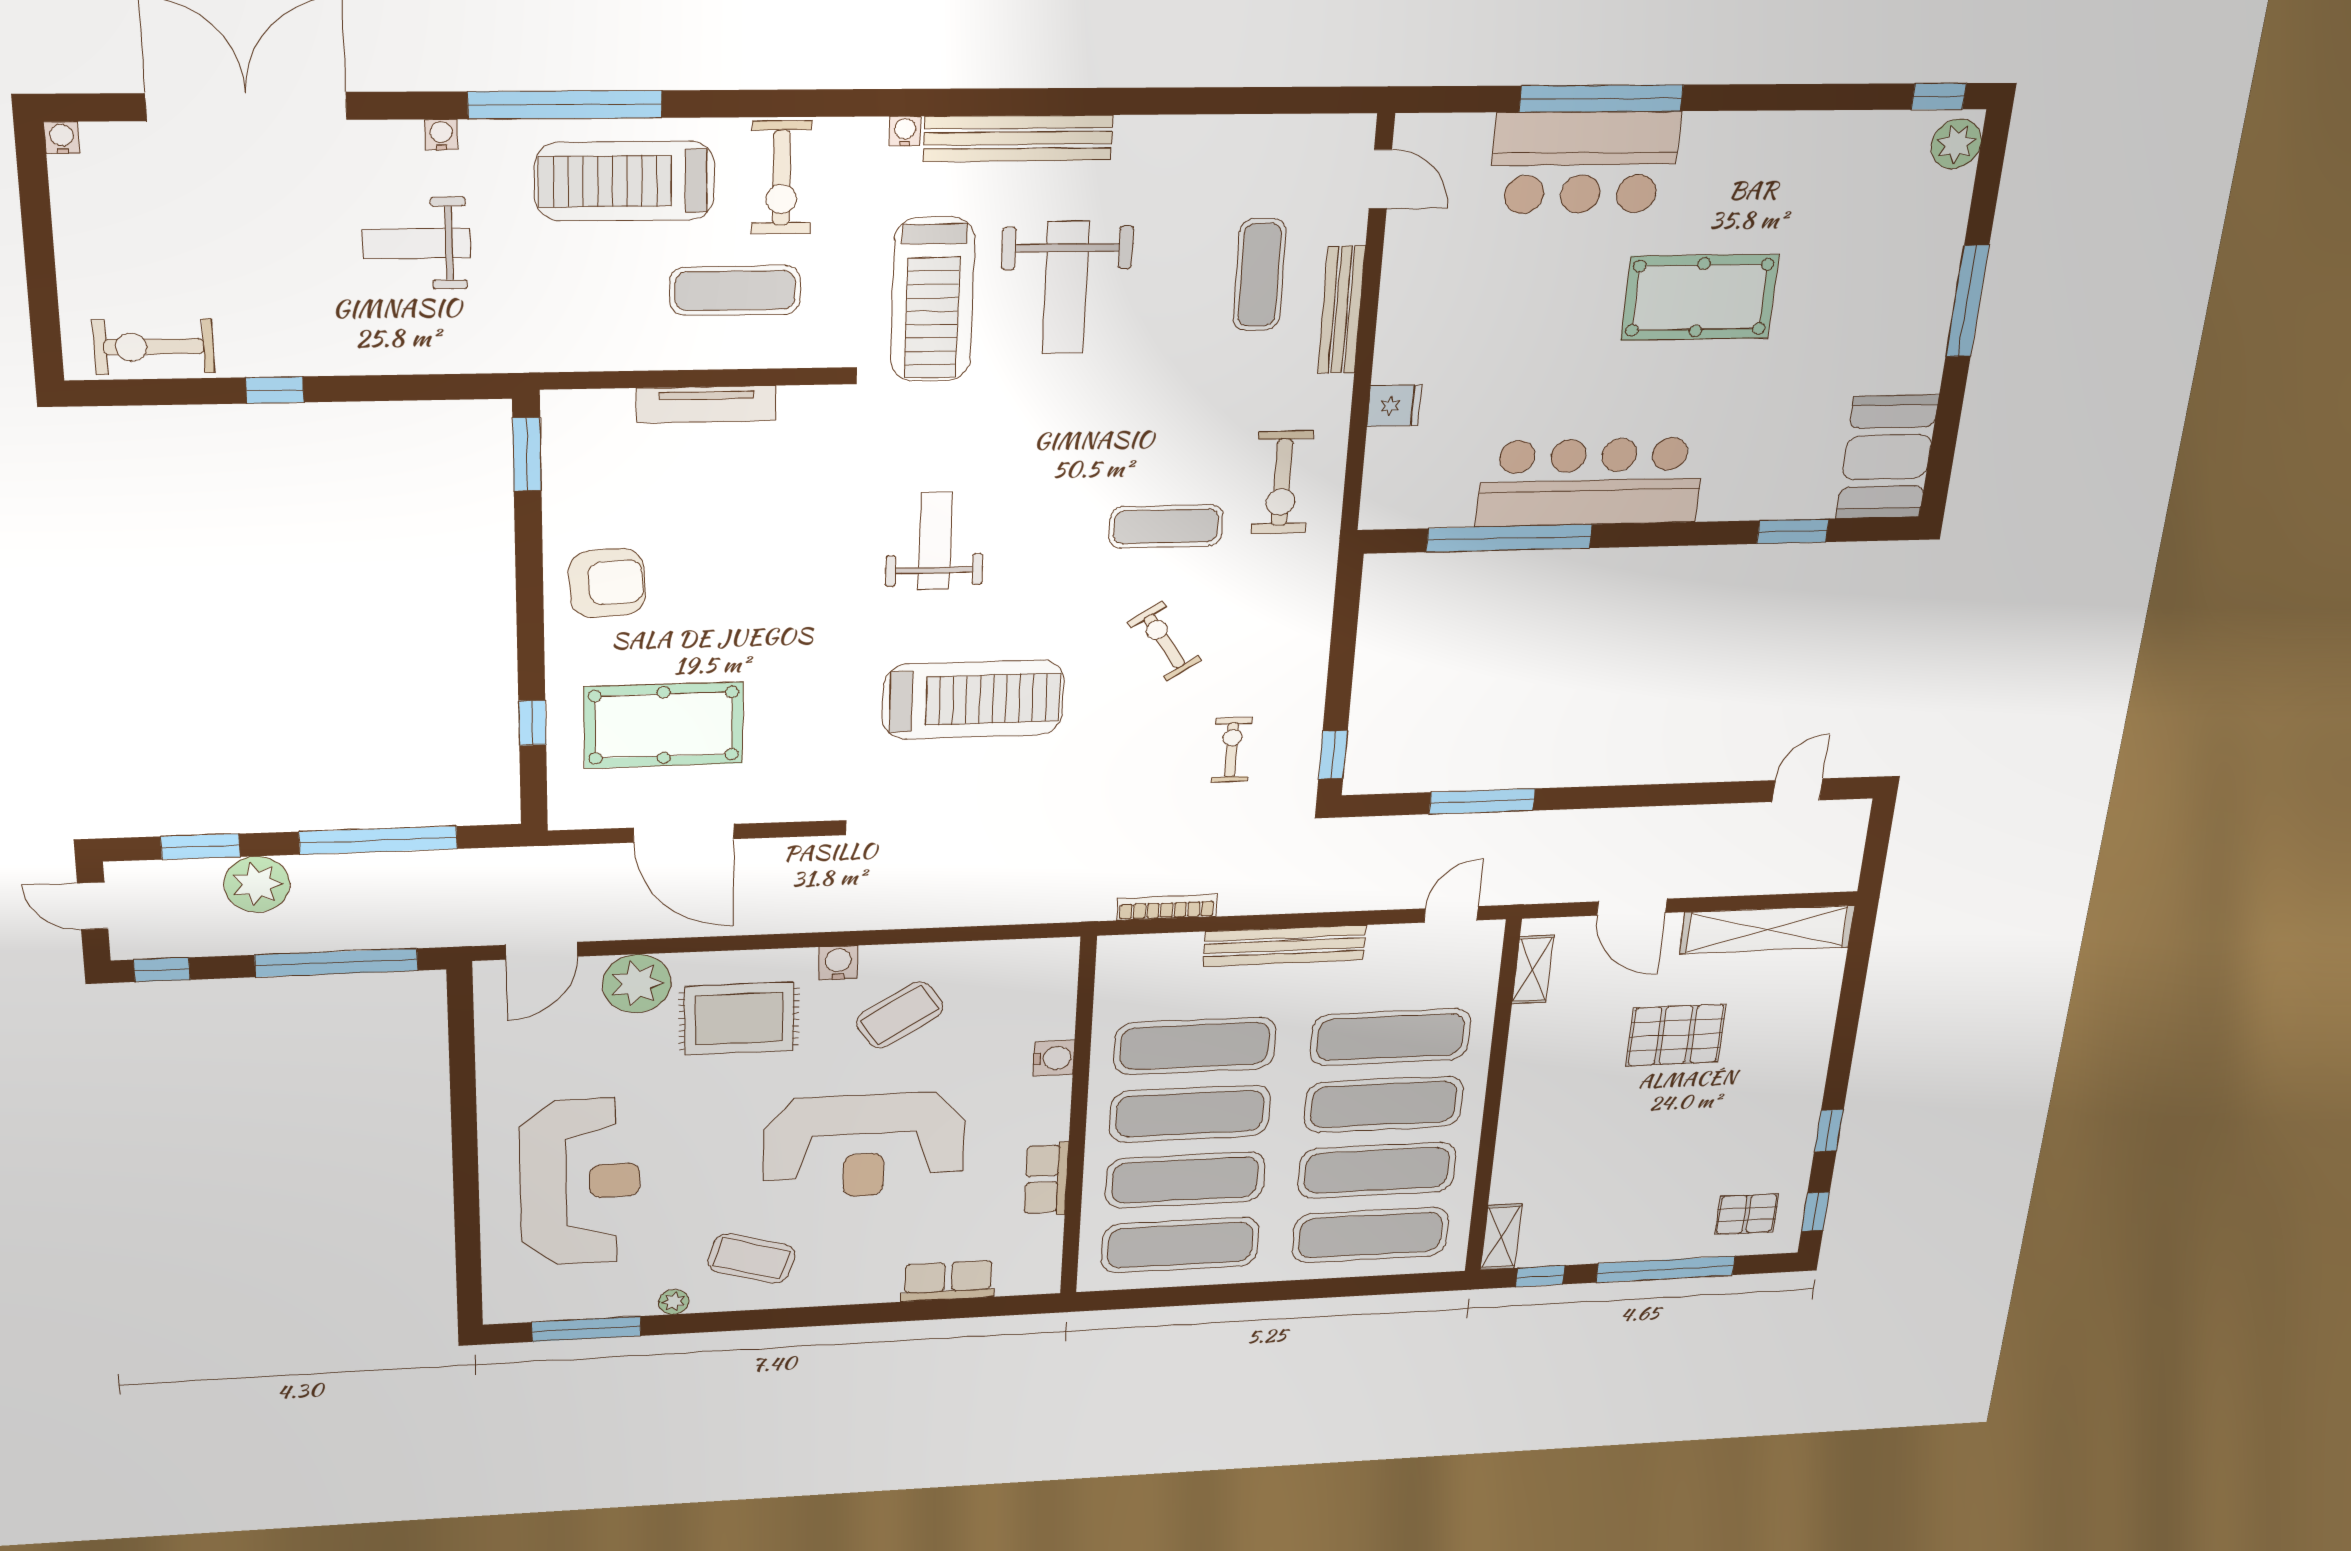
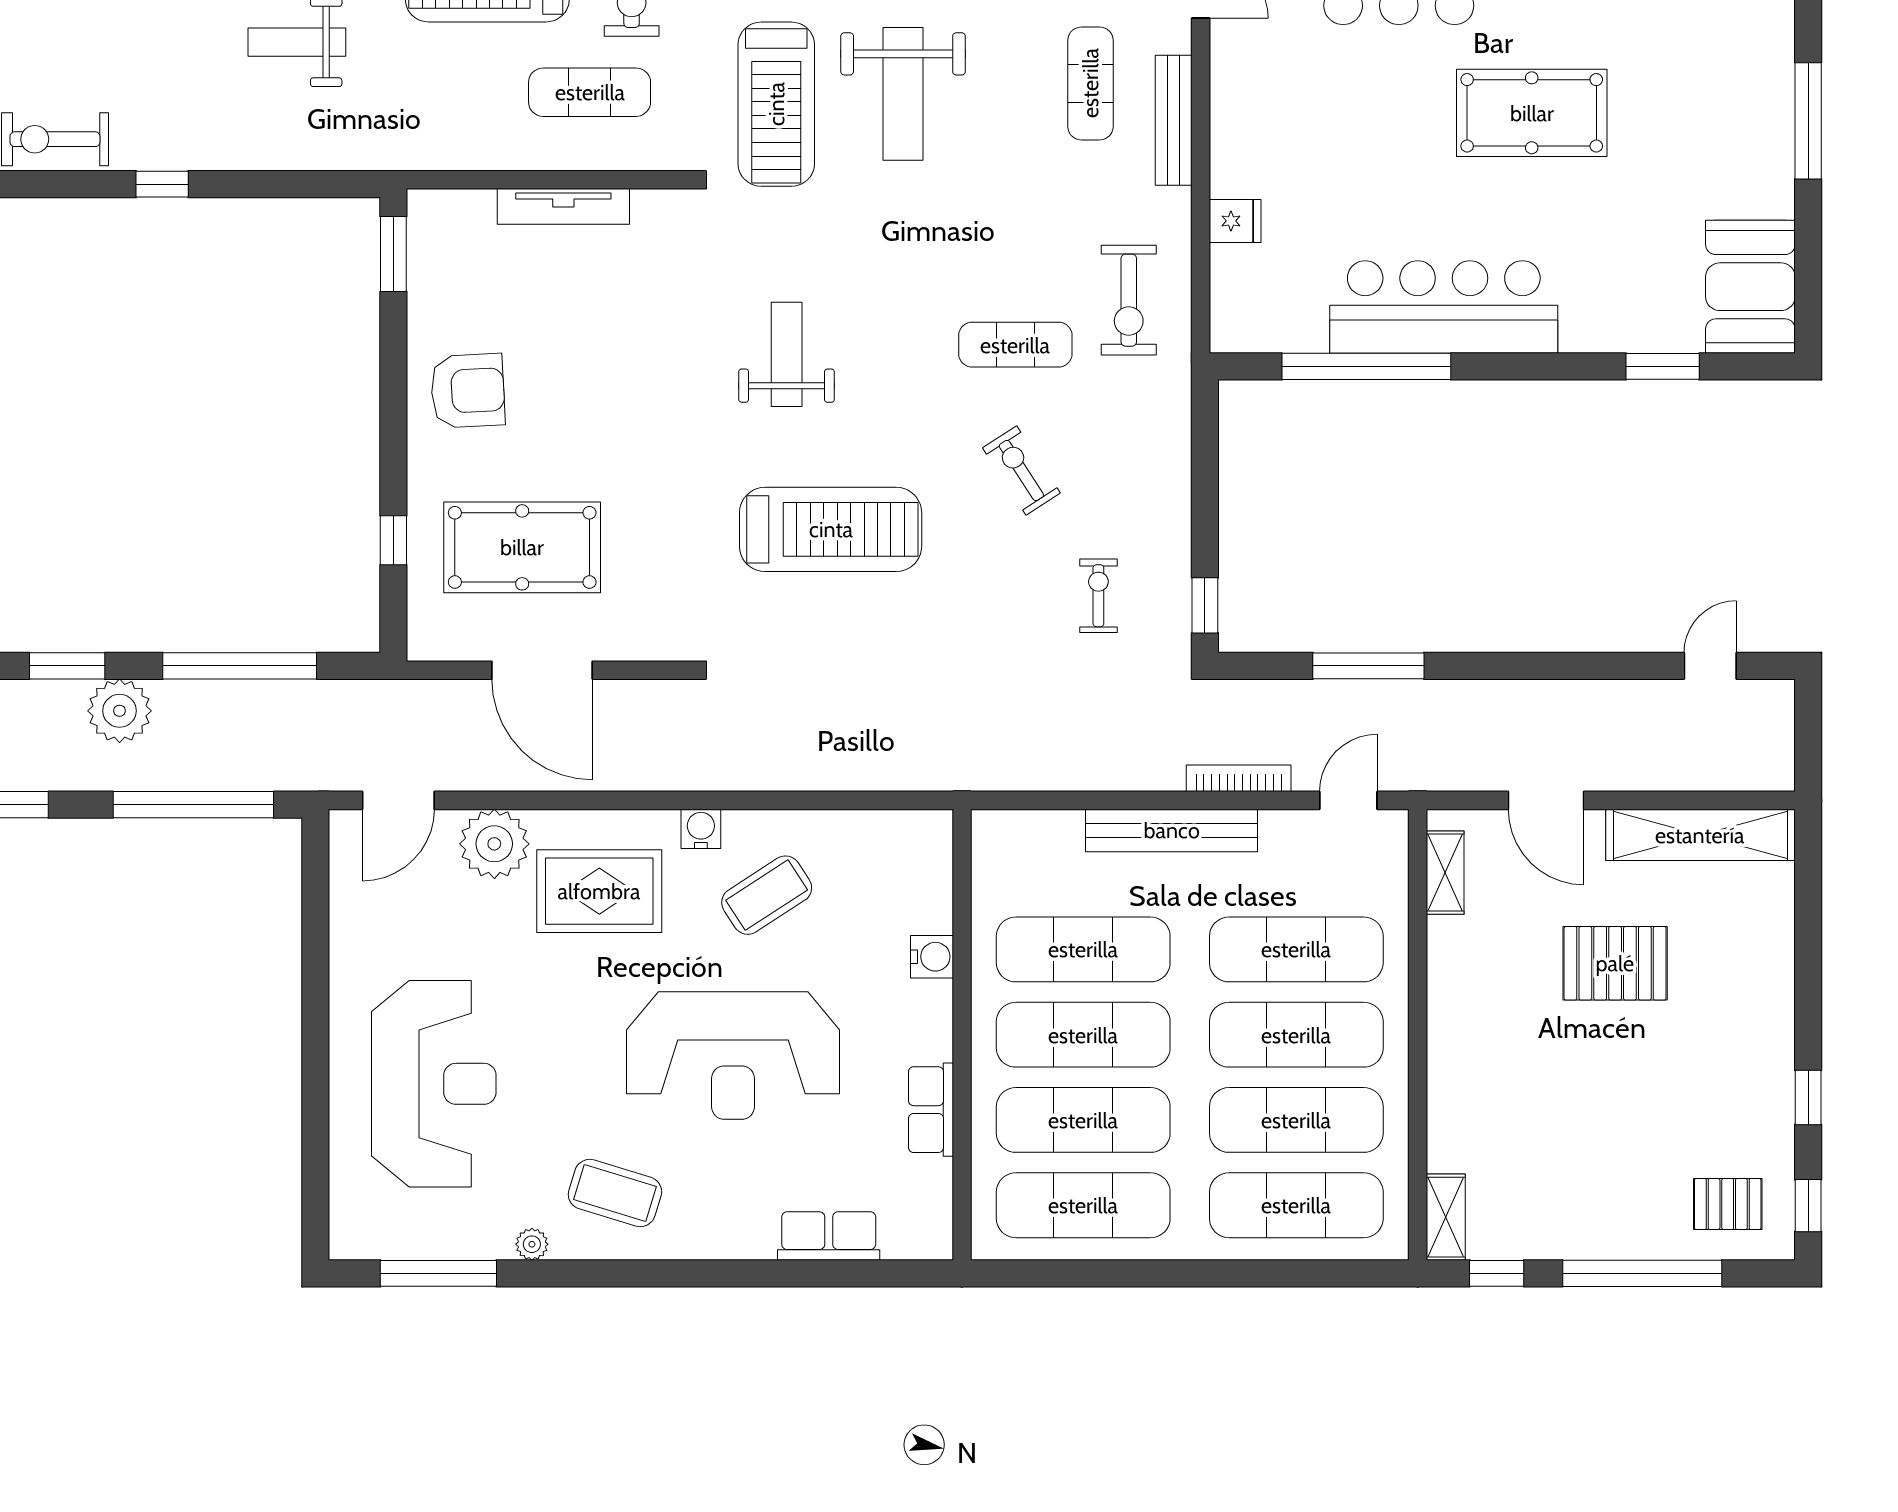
bookcase: (1167, 907) -> (1239, 778), moved

